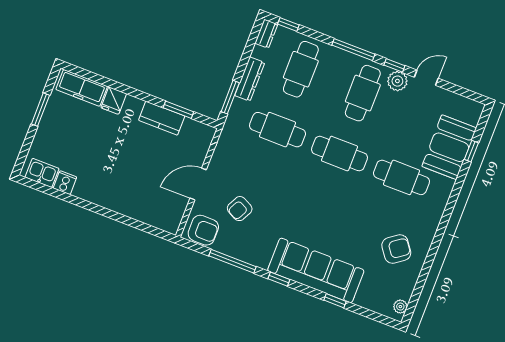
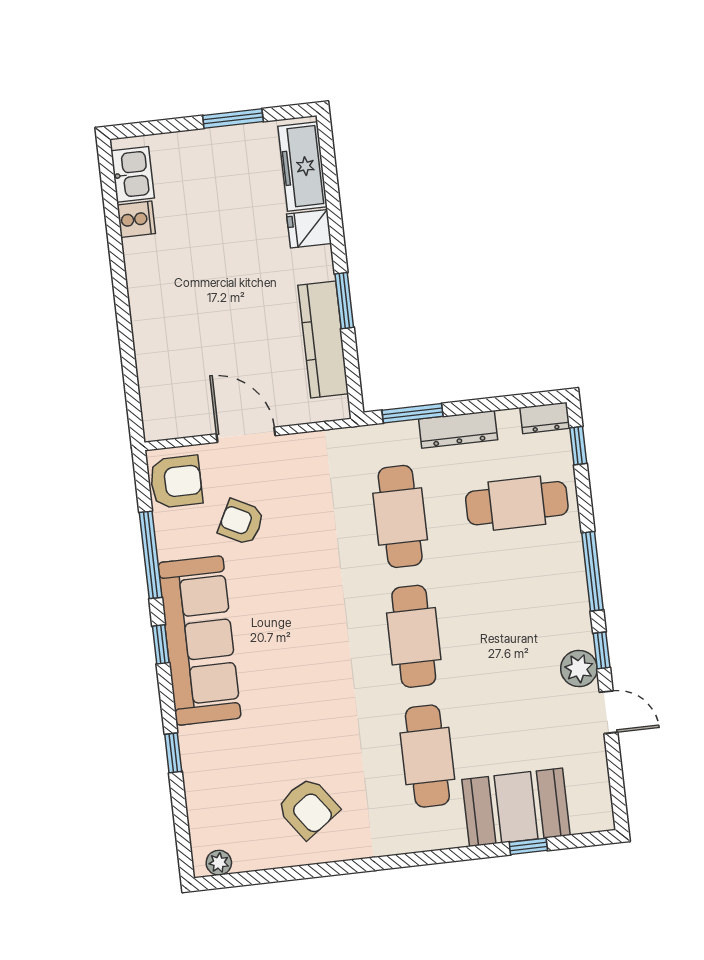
cafe table: (363, 93) -> (531, 623), removed
window: (178, 110) -> (344, 301), moved
kitchen counter: (162, 118) -> (323, 340), width x1.50
armchair: (203, 230) -> (176, 482), turned -90
sofa: (316, 270) -> (199, 640), moved

